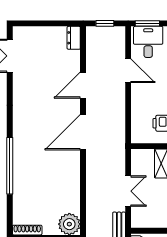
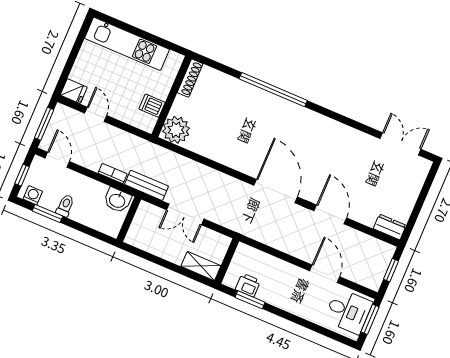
door: (128, 71) -> (325, 274), swing flipped

